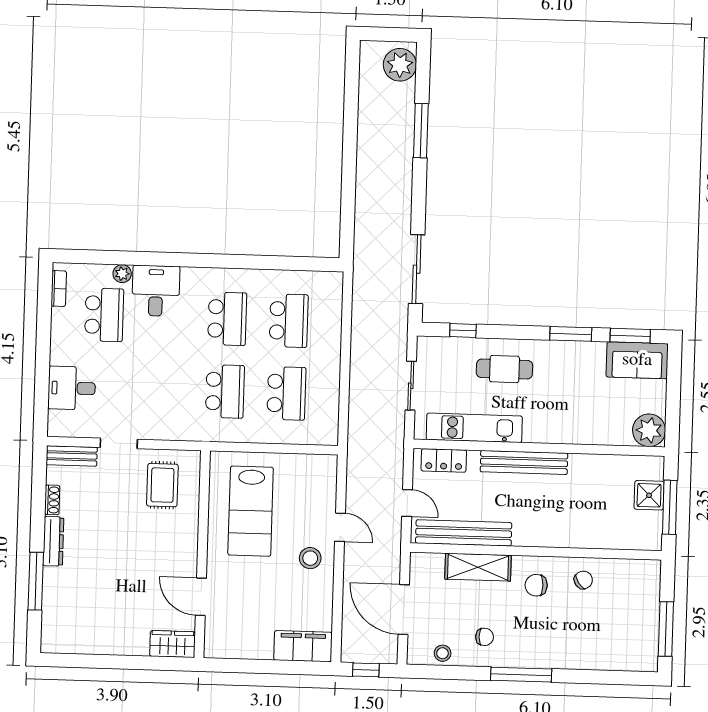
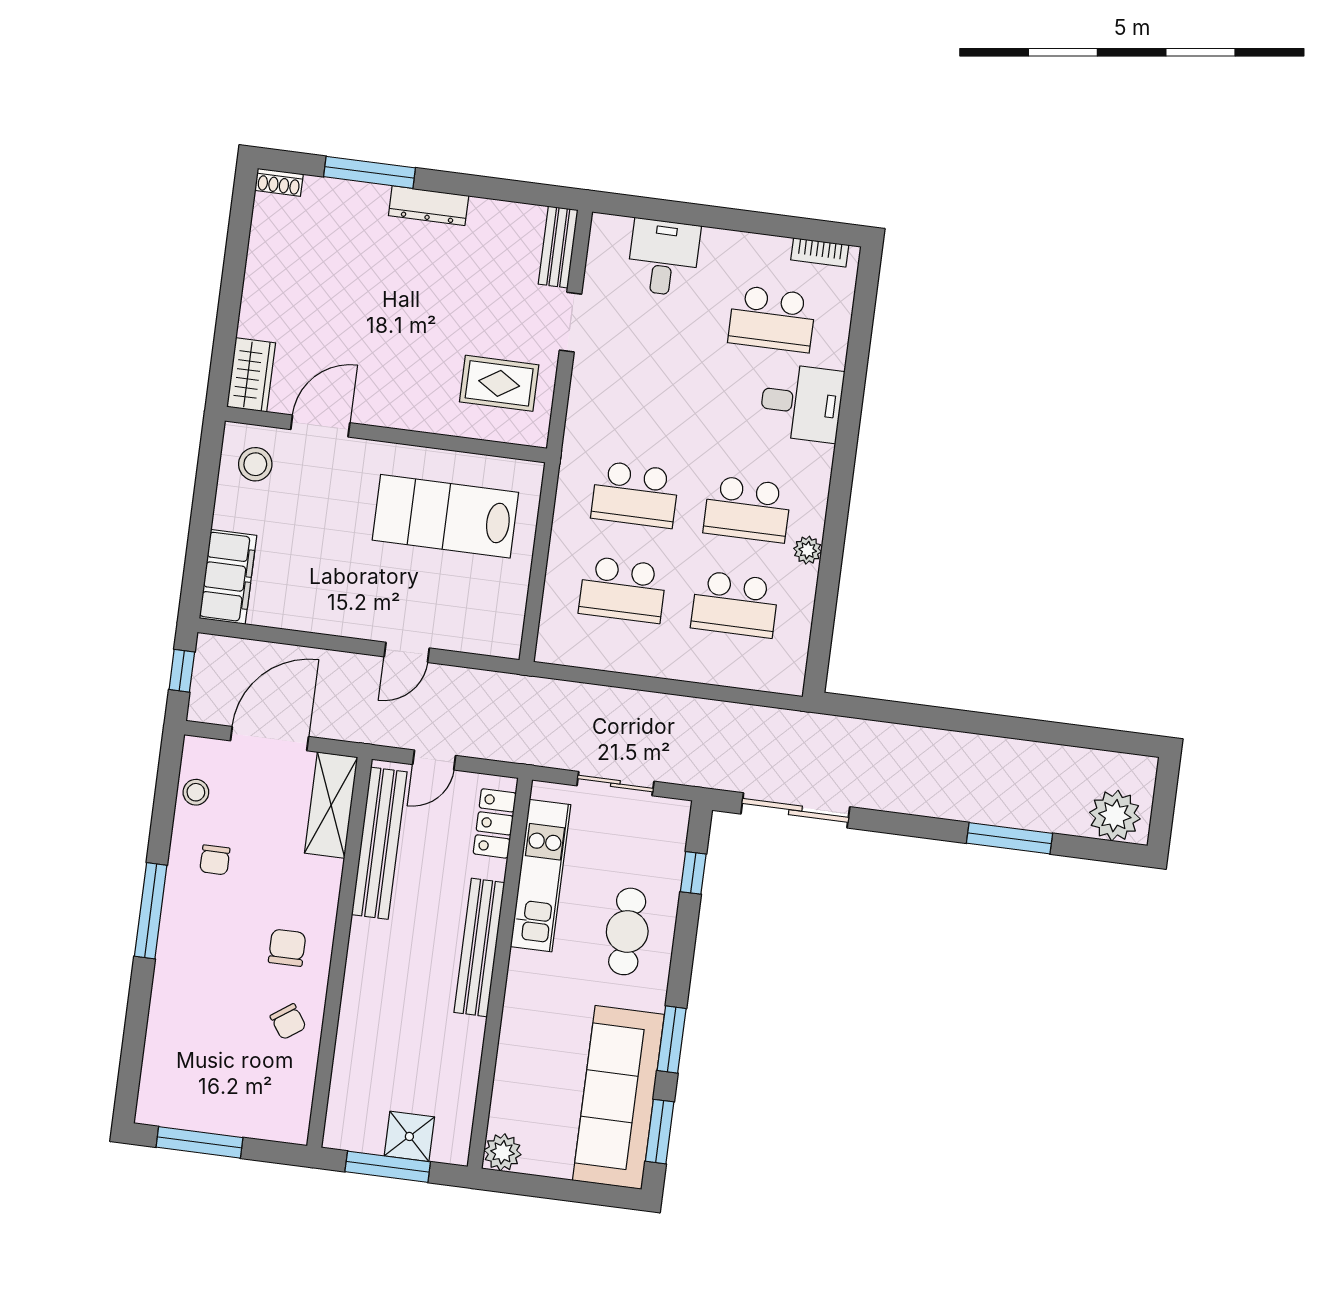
plant: (122, 274) -> (808, 550), moved
sofa: (637, 360) -> (618, 1097), width x1.85, depth x1.27
plant: (649, 430) -> (502, 1152), width x0.73, depth x0.73
shoe rack: (52, 500) -> (279, 182), moved
stool: (310, 558) -> (255, 464), moved
shelving: (478, 567) -> (331, 805), moved

